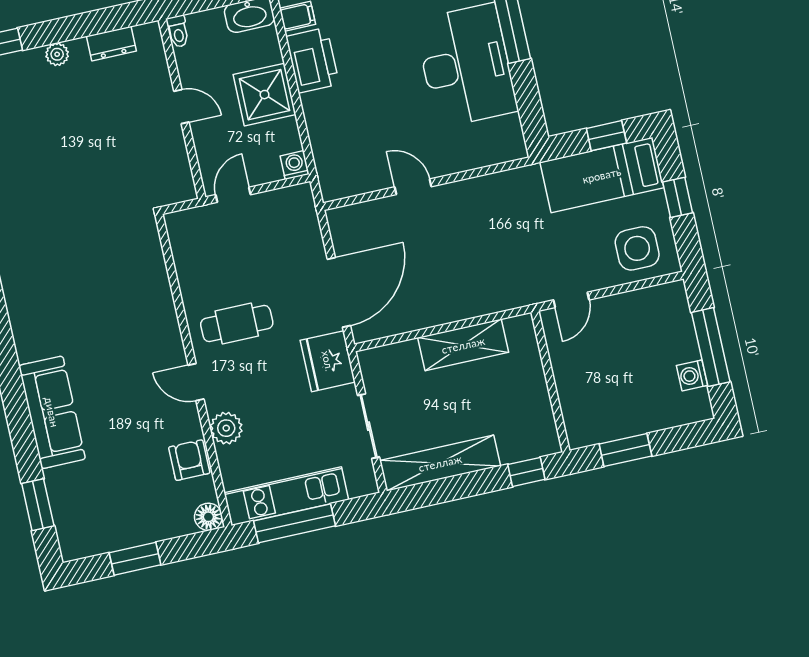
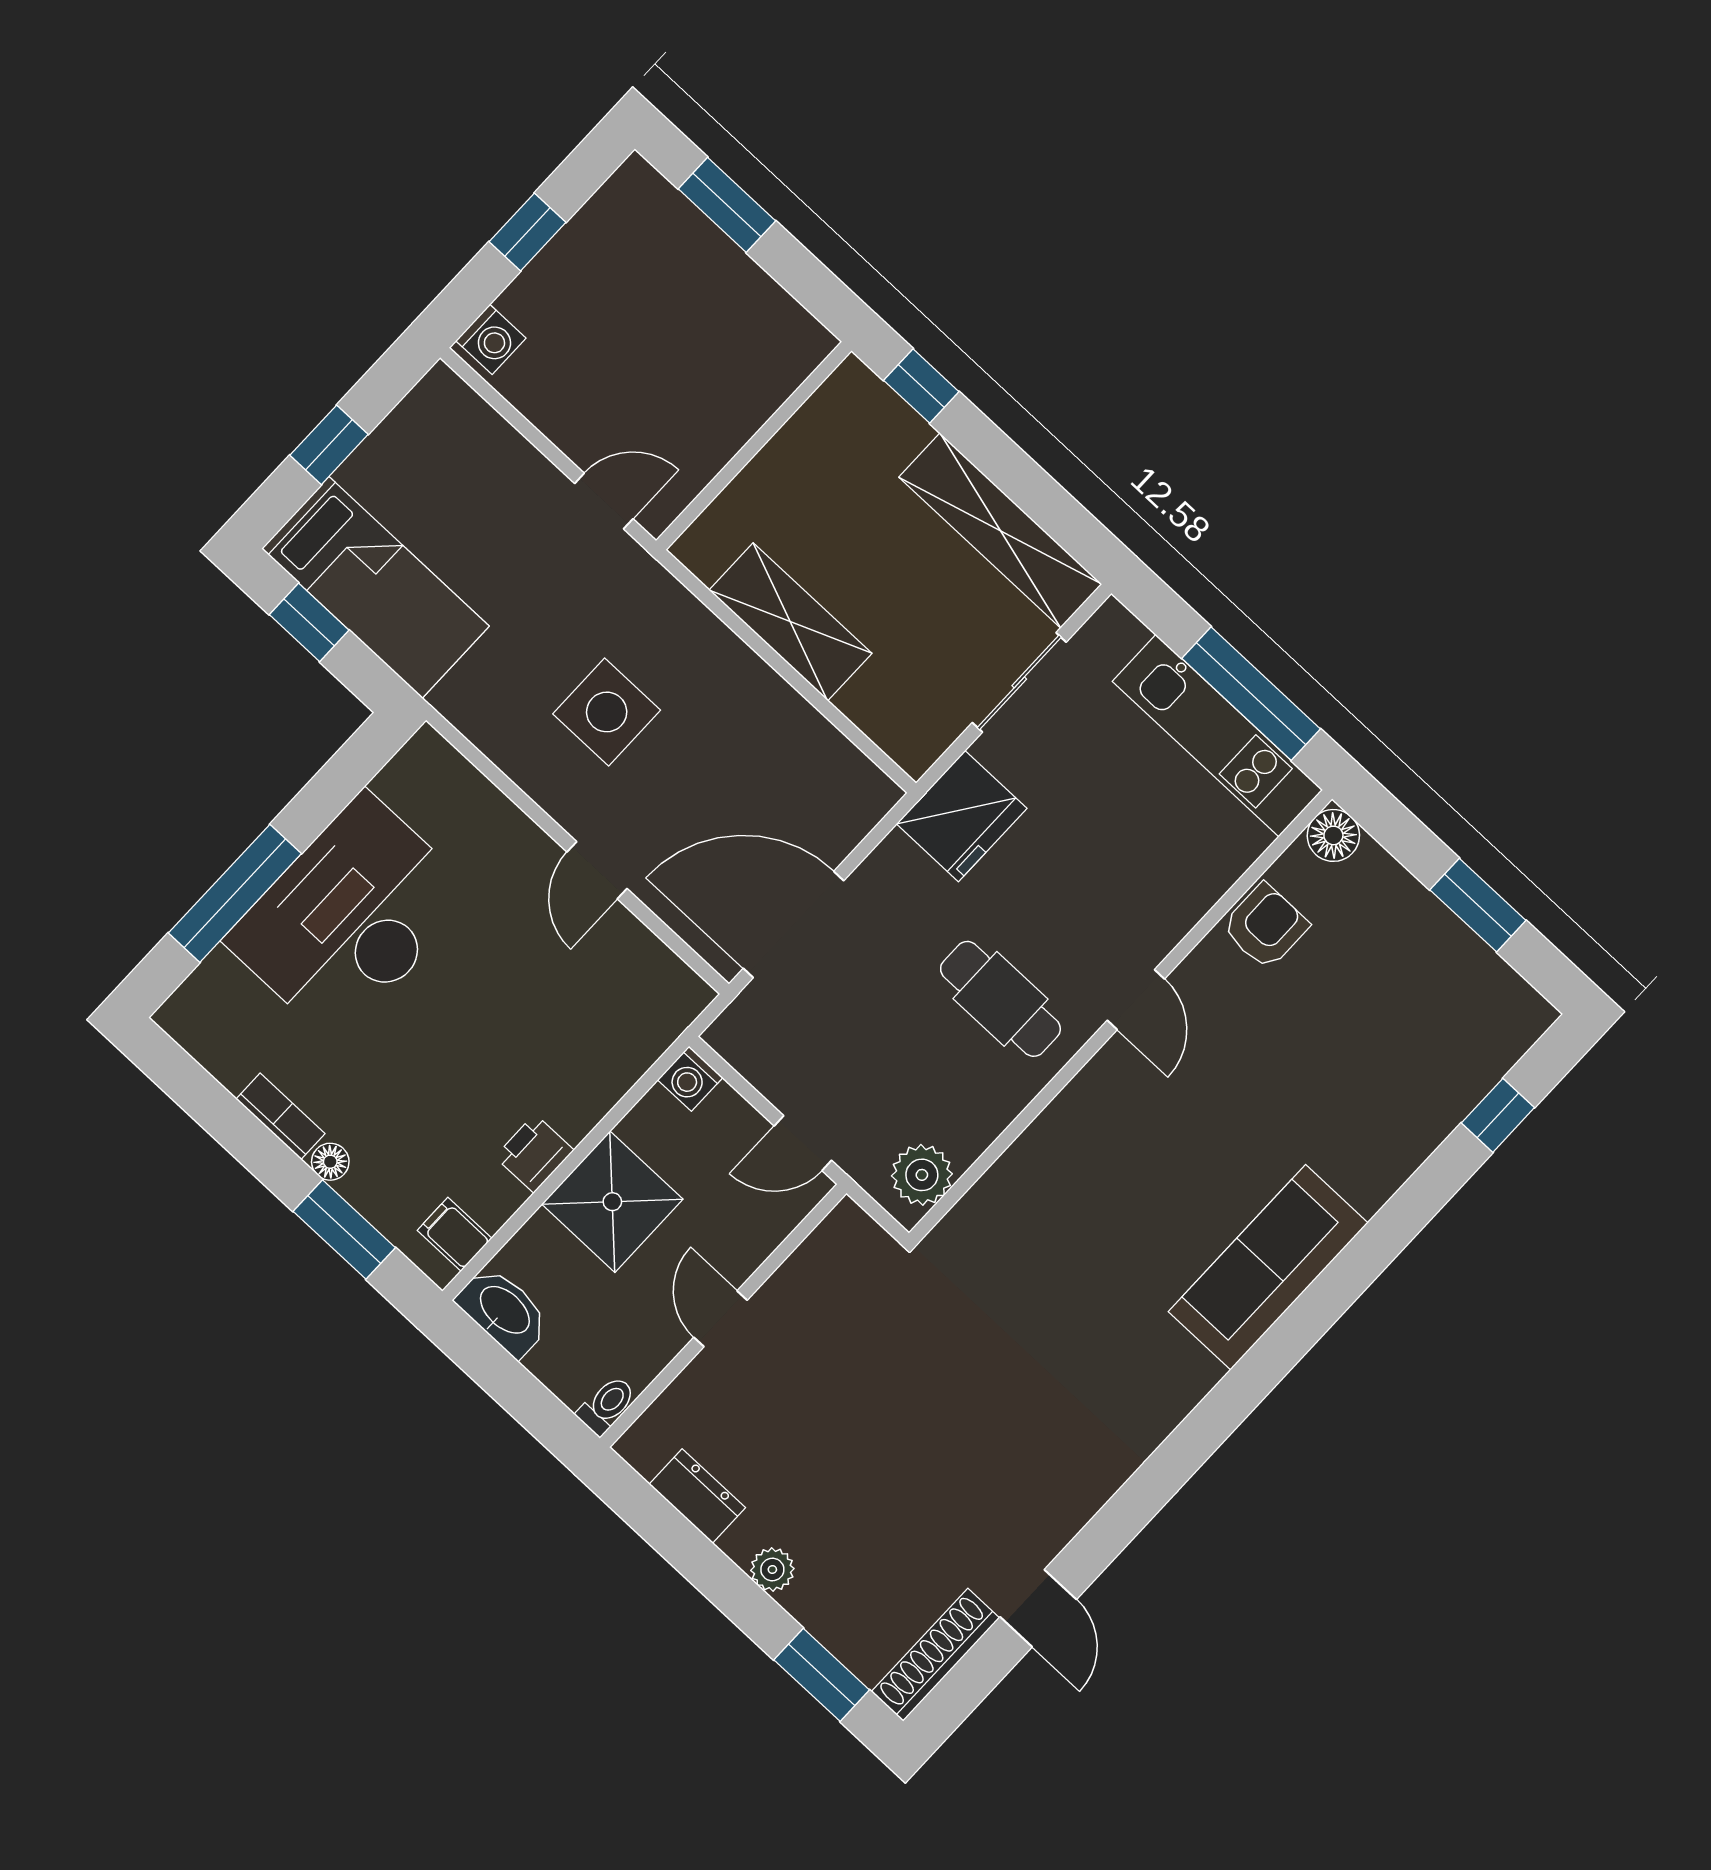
printer: (312, 60) -> (534, 1153), width x0.53, depth x0.68
side table: (637, 248) -> (607, 712), moved
door: (339, 292) -> (794, 924), moved
window: (711, 347) -> (528, 232), width x0.46
washing machine: (692, 375) -> (491, 339), moved
sofa: (52, 412) -> (1268, 1267), moved
plant: (226, 428) -> (922, 1175), moved
window: (625, 450) -> (727, 205), moved
armchair: (189, 460) -> (1265, 926), turned 180
window: (38, 505) -> (1498, 1115), width x0.67

